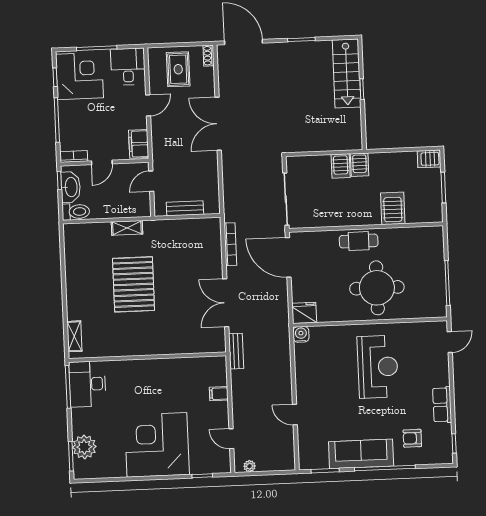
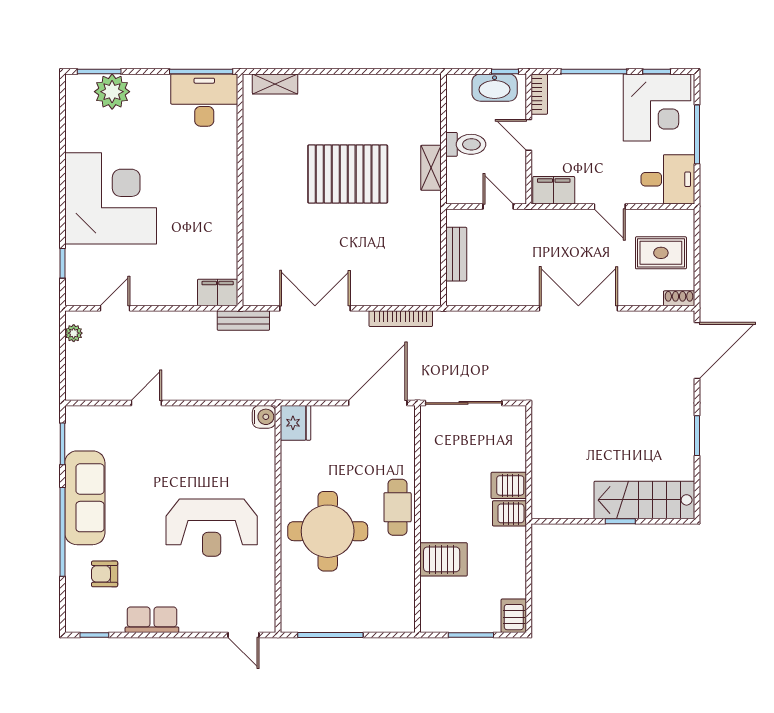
toilet: (76, 212) -> (466, 144), moved, turned -90
filing cabinet: (219, 394) -> (218, 292), moved, width x2.00
armchair: (412, 438) -> (105, 574), turned -90

